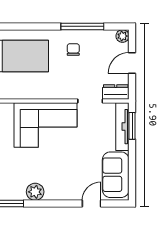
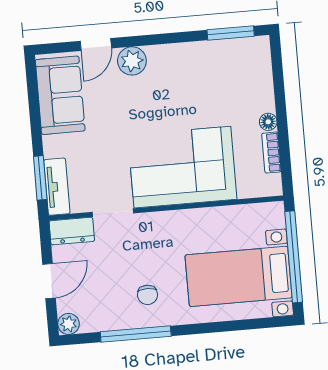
tv unit: (122, 127) -> (57, 187), width x0.71
plant: (35, 192) -> (132, 61), moved

